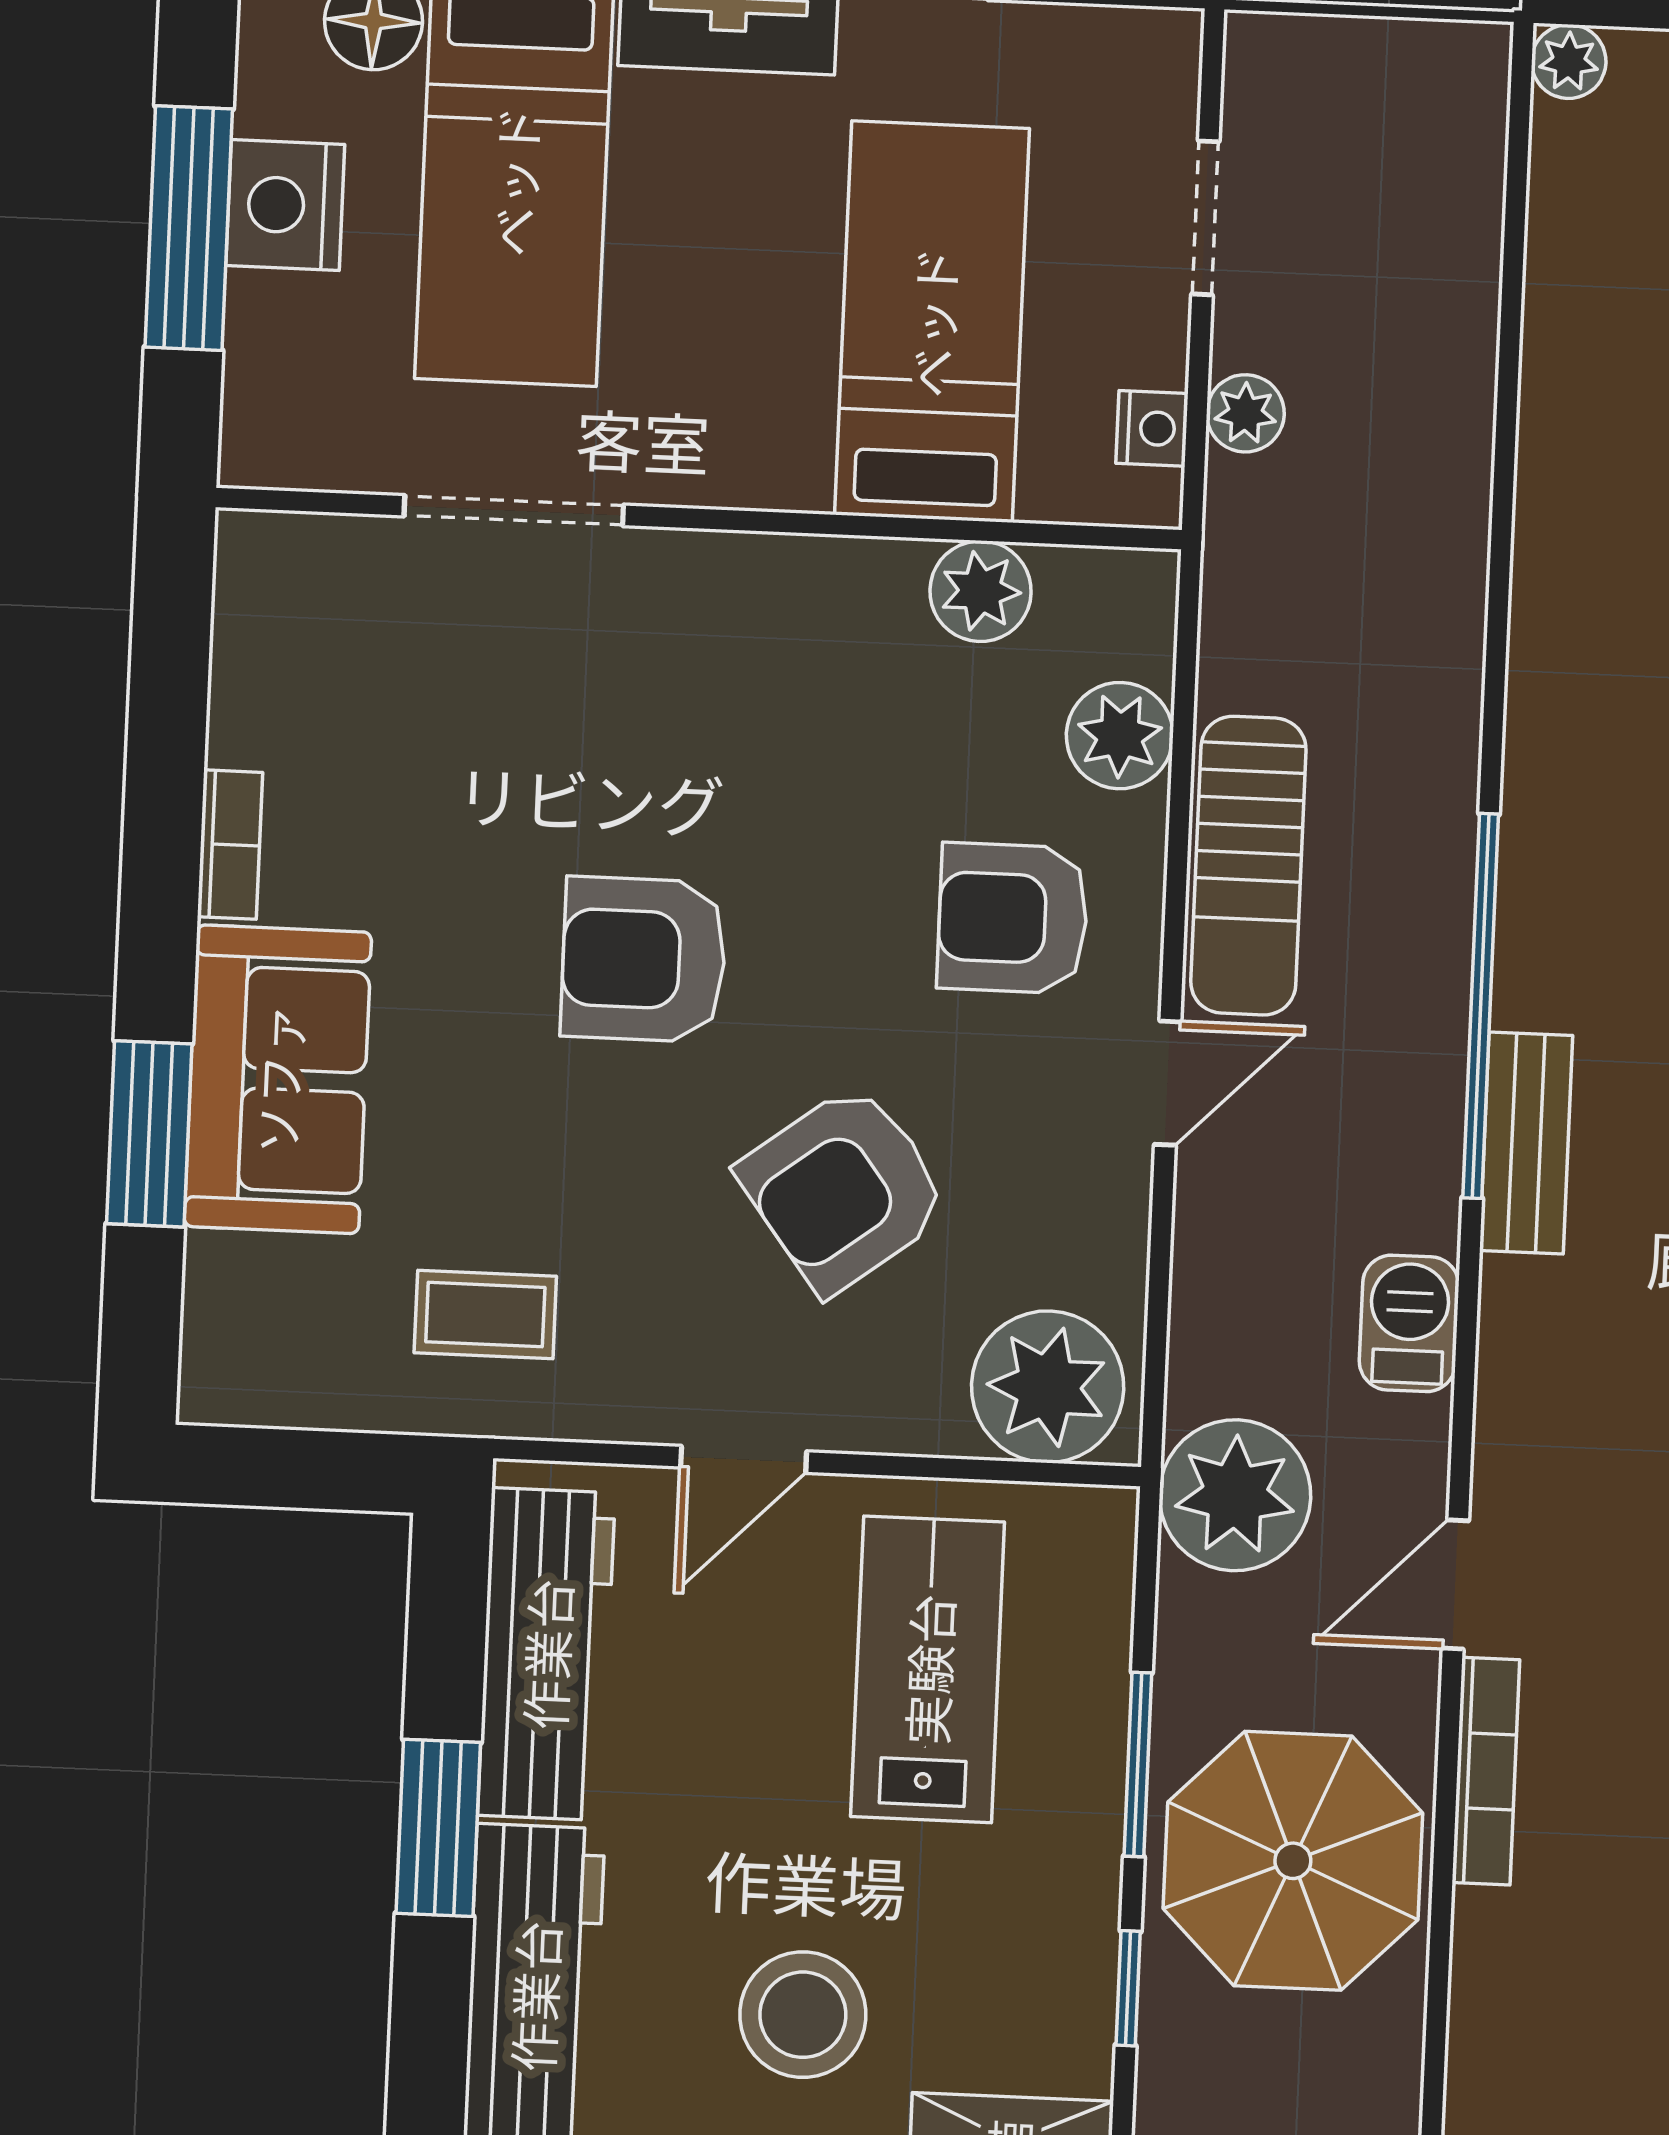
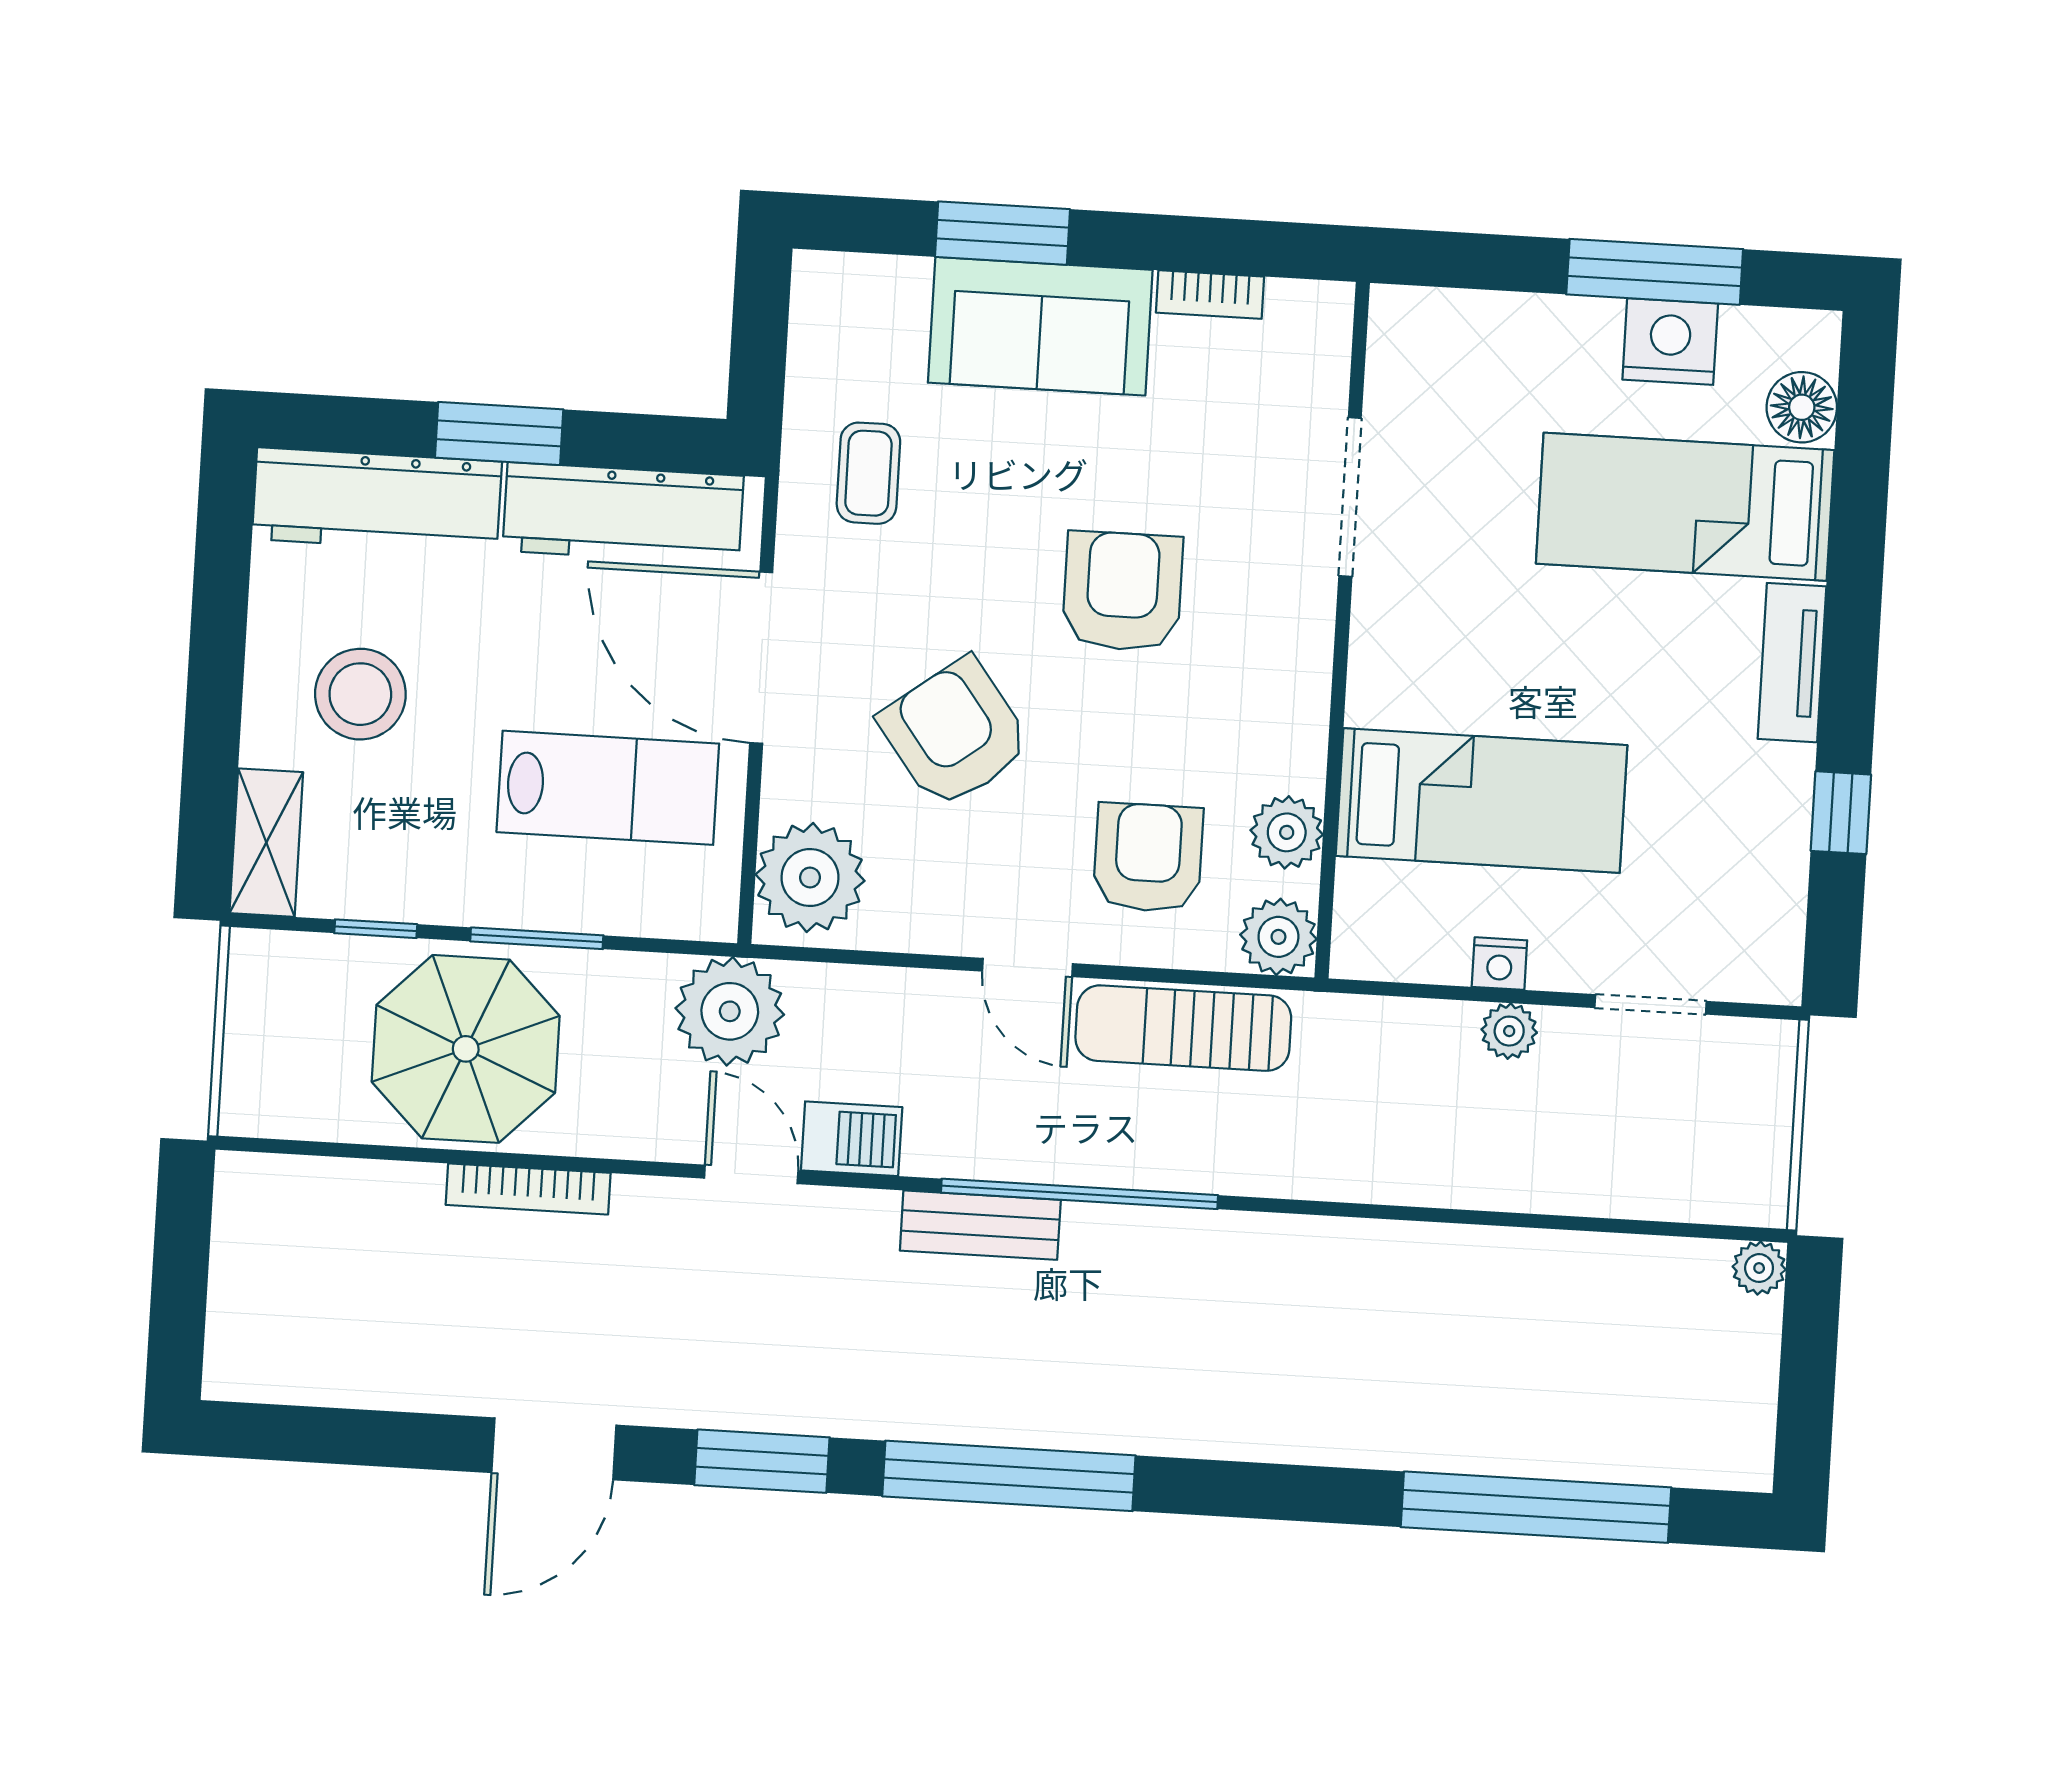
bed: (932, 322) -> (1481, 801), moved
doorway: (514, 511) -> (1350, 497), moved
wall: (699, 519) -> (1342, 630), moved
plant: (981, 591) -> (1287, 832), moved
door: (744, 1459) -> (761, 658), width x1.87
door: (1455, 1585) -> (751, 1174), moved

